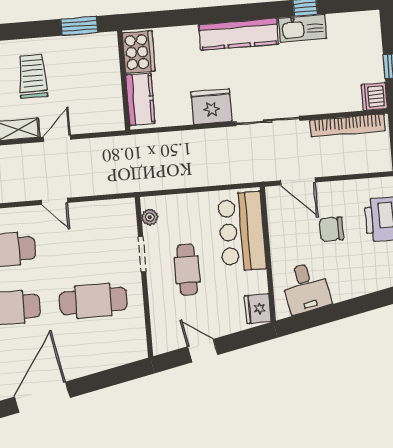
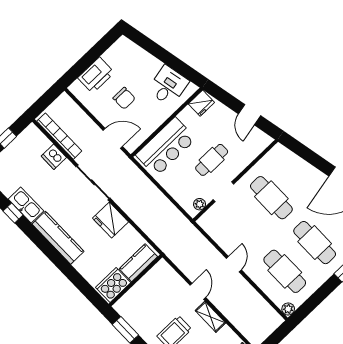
dishwasher: (374, 97) -> (54, 157), moved, turned 90
door: (57, 138) -> (198, 291), swing flipped
door: (298, 181) -> (113, 138), hinge flipped

